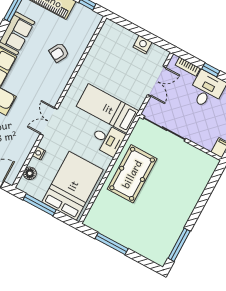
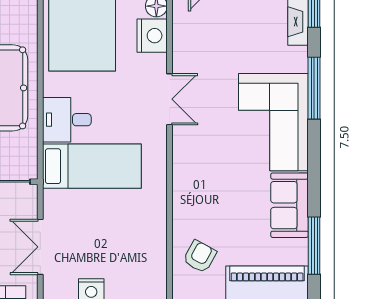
armchair: (59, 53) -> (200, 256), moved
nightstand: (39, 153) -> (152, 36), width x1.89, depth x1.79

